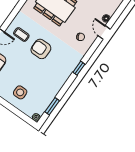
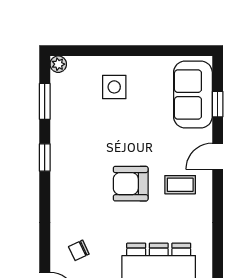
armchair: (41, 49) -> (131, 184), turned 180
window: (79, 68) -> (45, 157), moved

